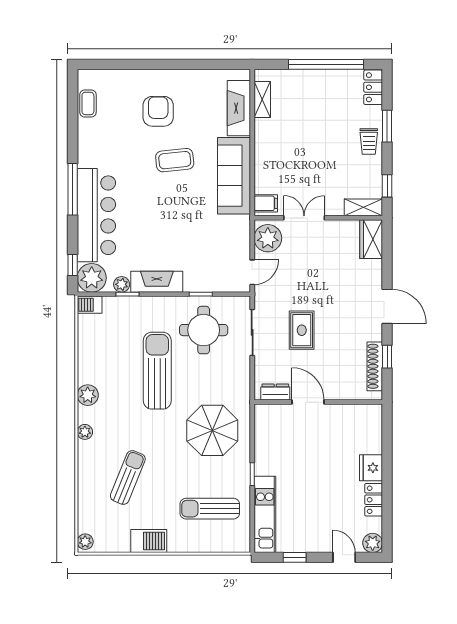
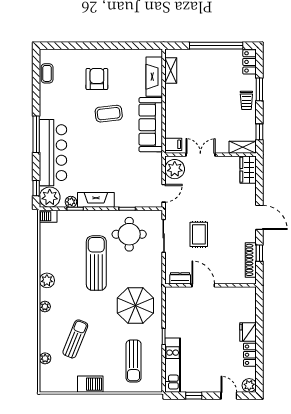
sun lounger: (210, 509) -> (134, 361), turned -90
plant: (85, 542) -> (45, 358), moved

